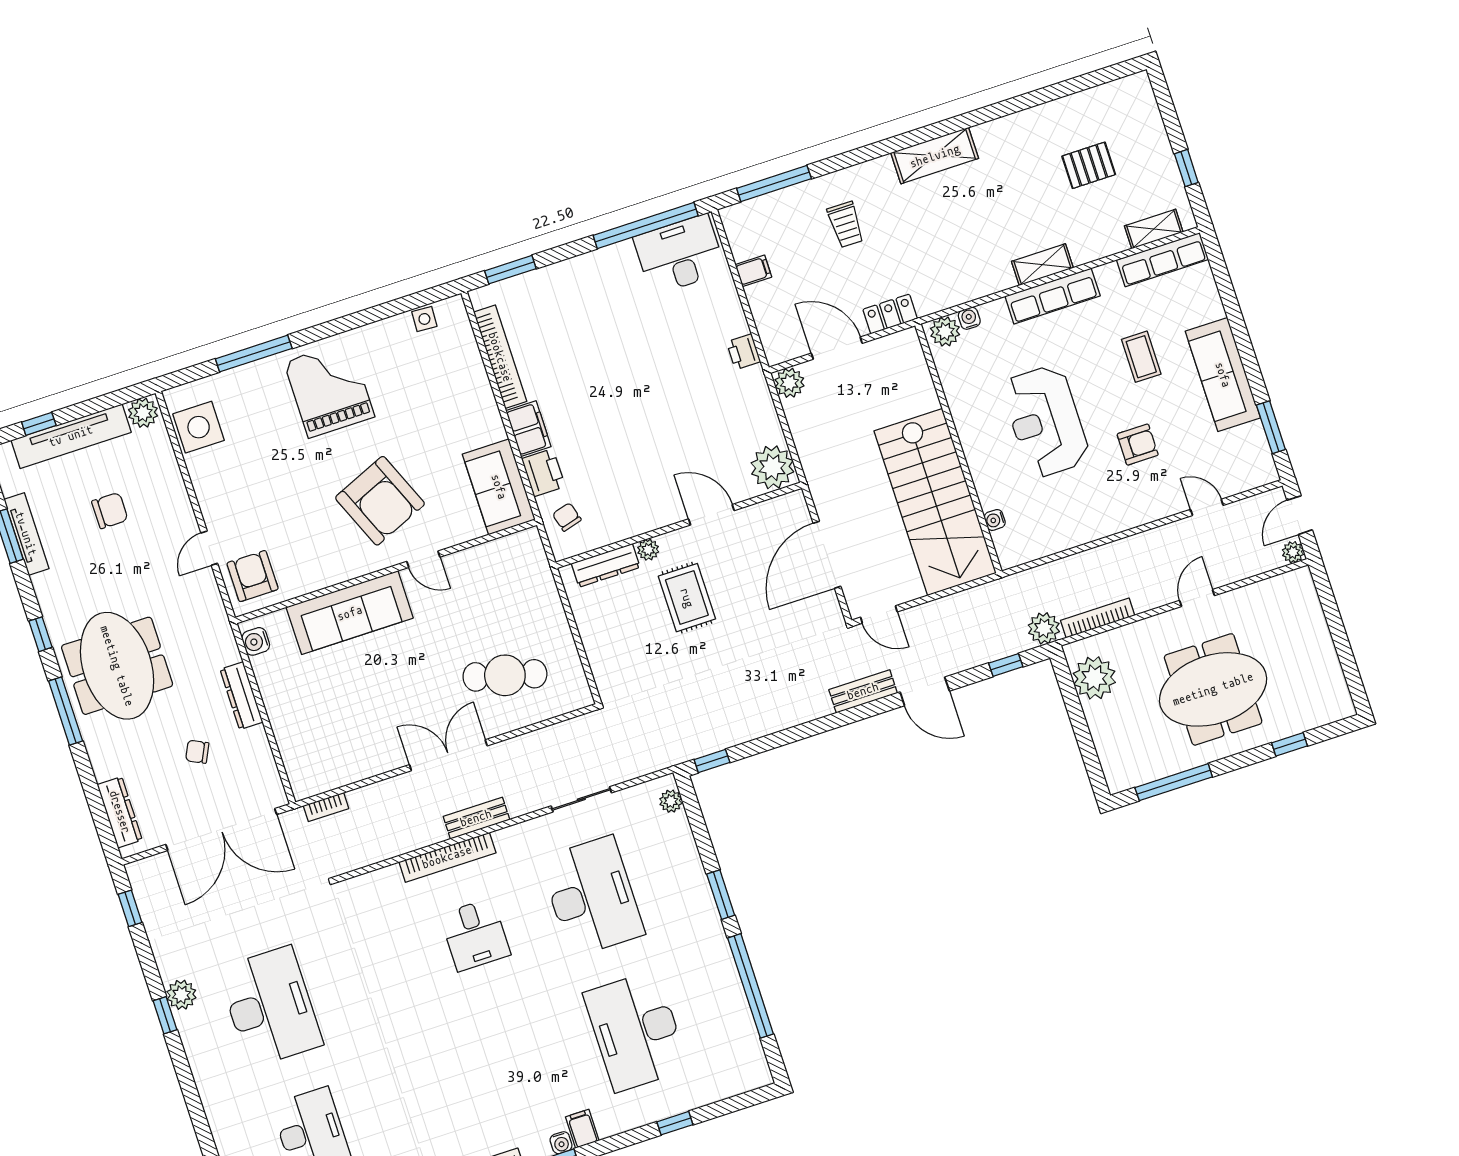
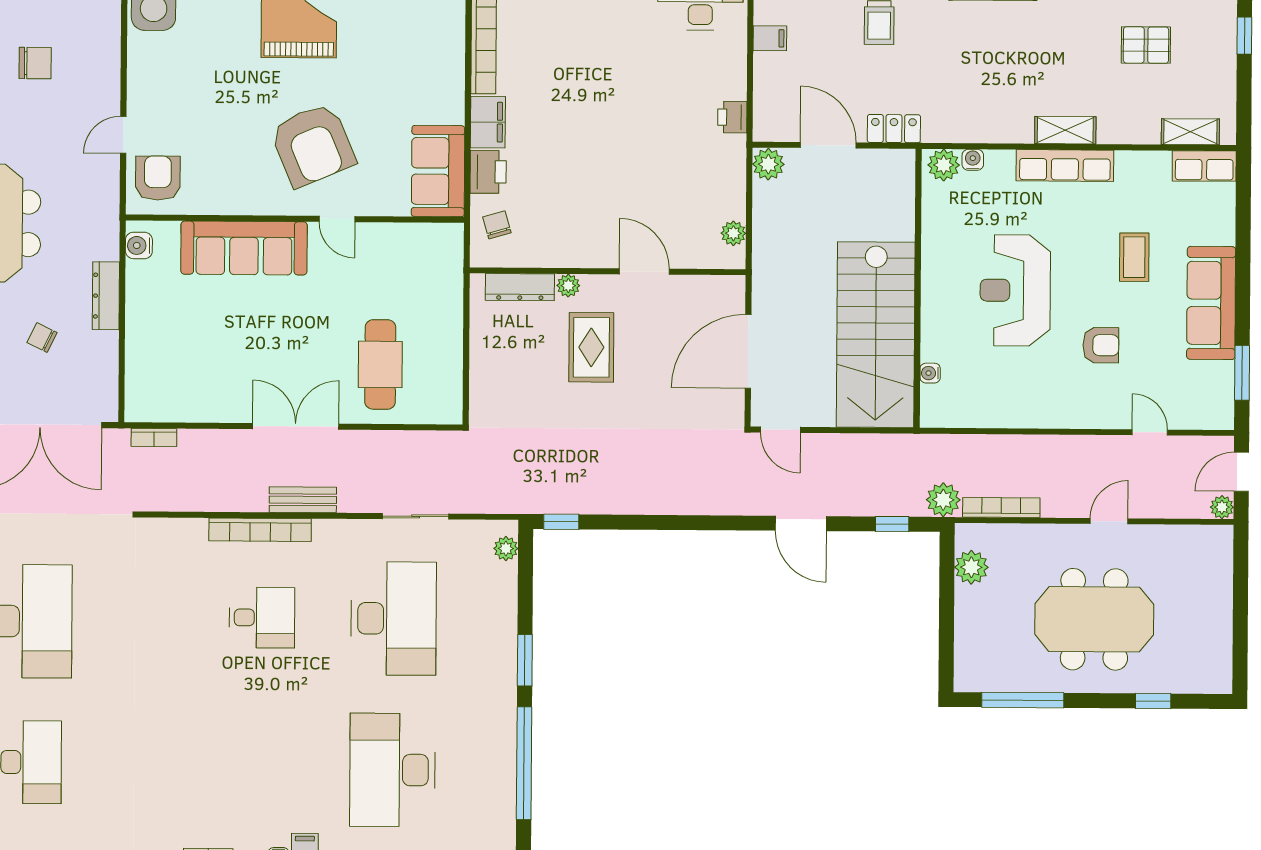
window: (1186, 168) -> (1244, 36), moved
row of seats: (1163, 260) -> (1204, 166), width x0.68
plant: (772, 467) -> (733, 233), width x0.53, depth x0.53
cafe table: (505, 675) -> (380, 364), turned 75
plant: (1094, 678) -> (971, 567), width x0.73, depth x0.73
bench: (863, 691) -> (738, 502), removed
desk: (475, 935) -> (262, 618), turned -90

